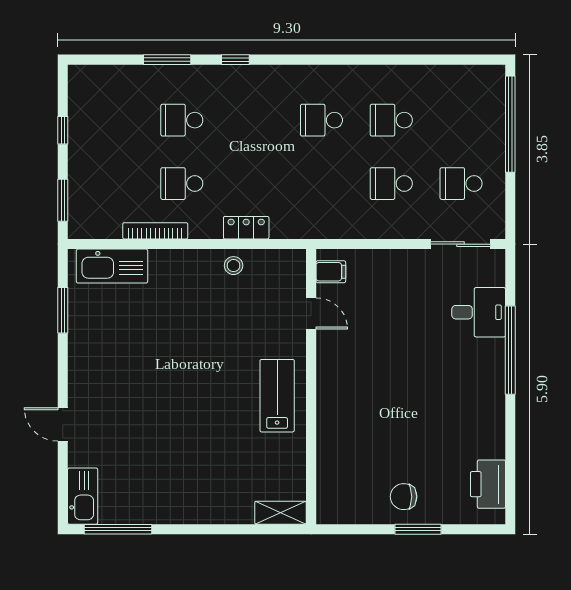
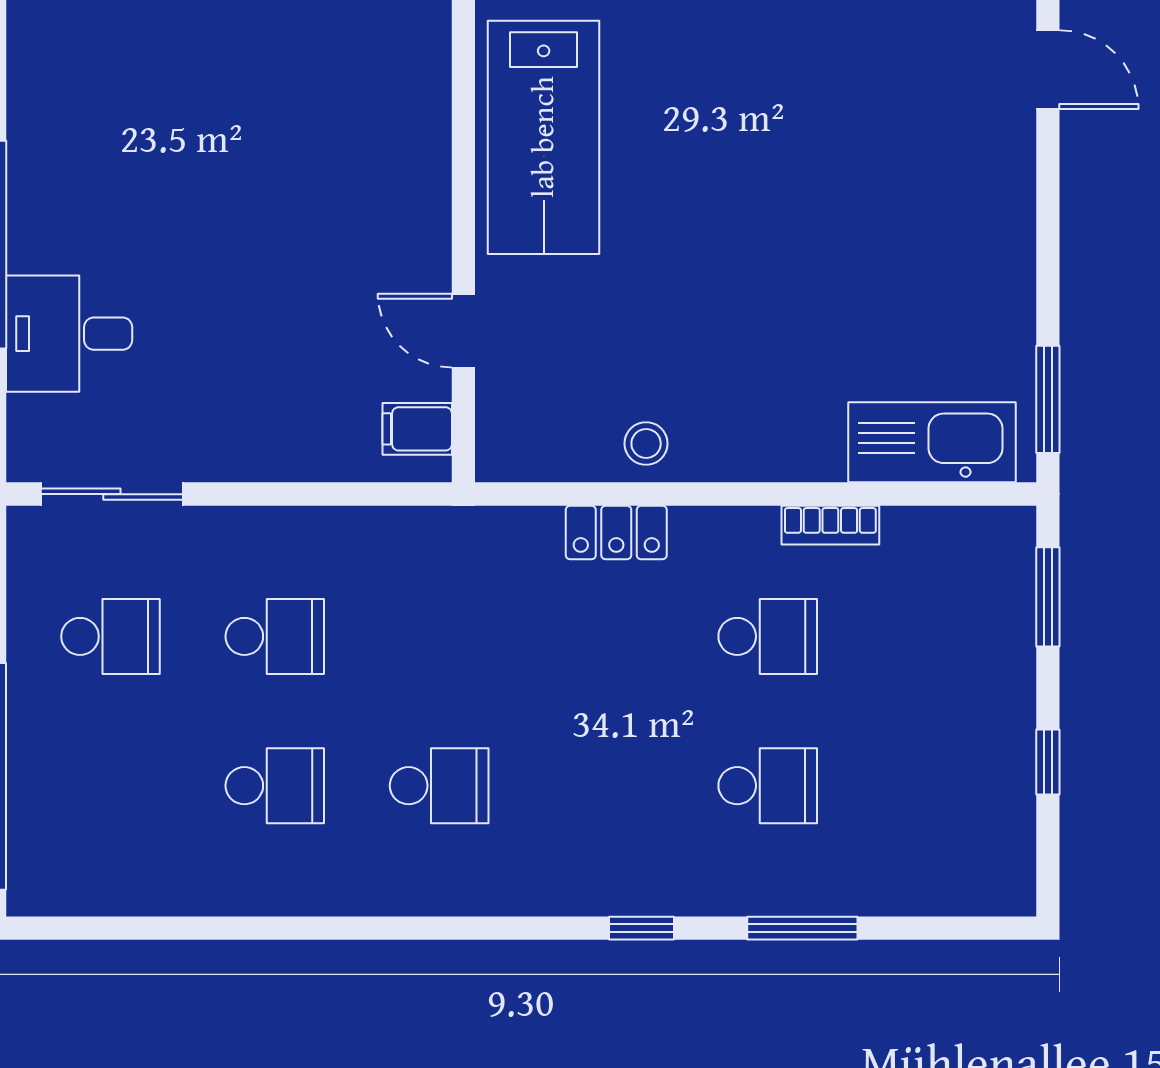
bookcase: (155, 231) -> (830, 525), width x0.64
window: (63, 310) -> (1048, 399), moved
lab bench: (277, 396) -> (544, 137), width x1.36, depth x1.39

